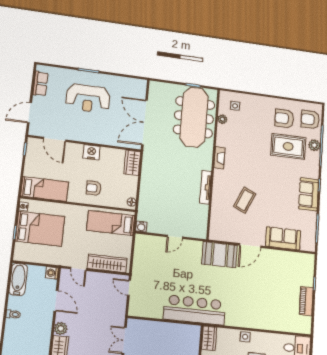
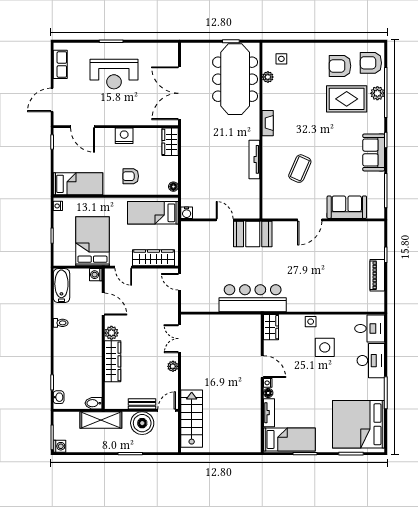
bed: (40, 229) -> (92, 241), moved, turned -90
door: (175, 237) -> (225, 220), swing flipped
booth: (219, 255) -> (253, 234), moved

